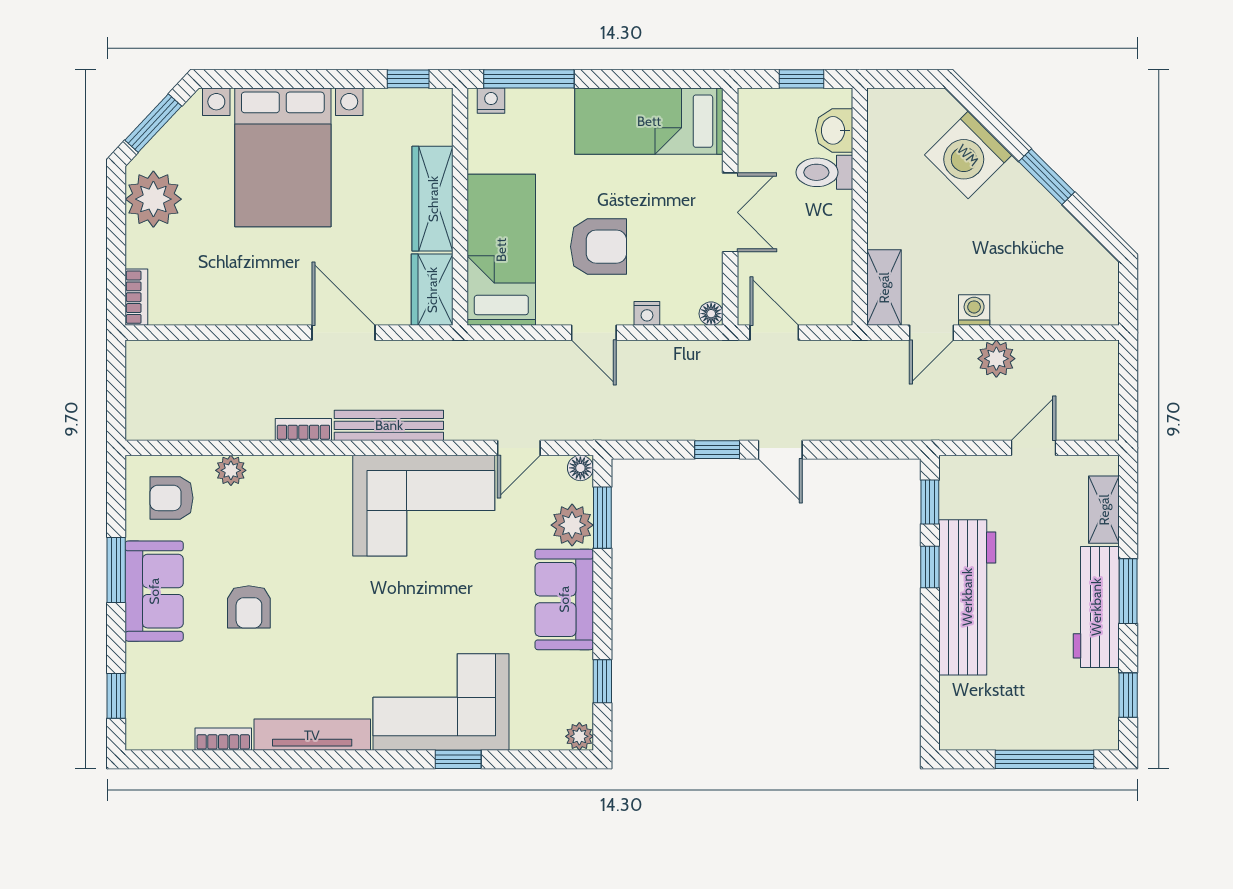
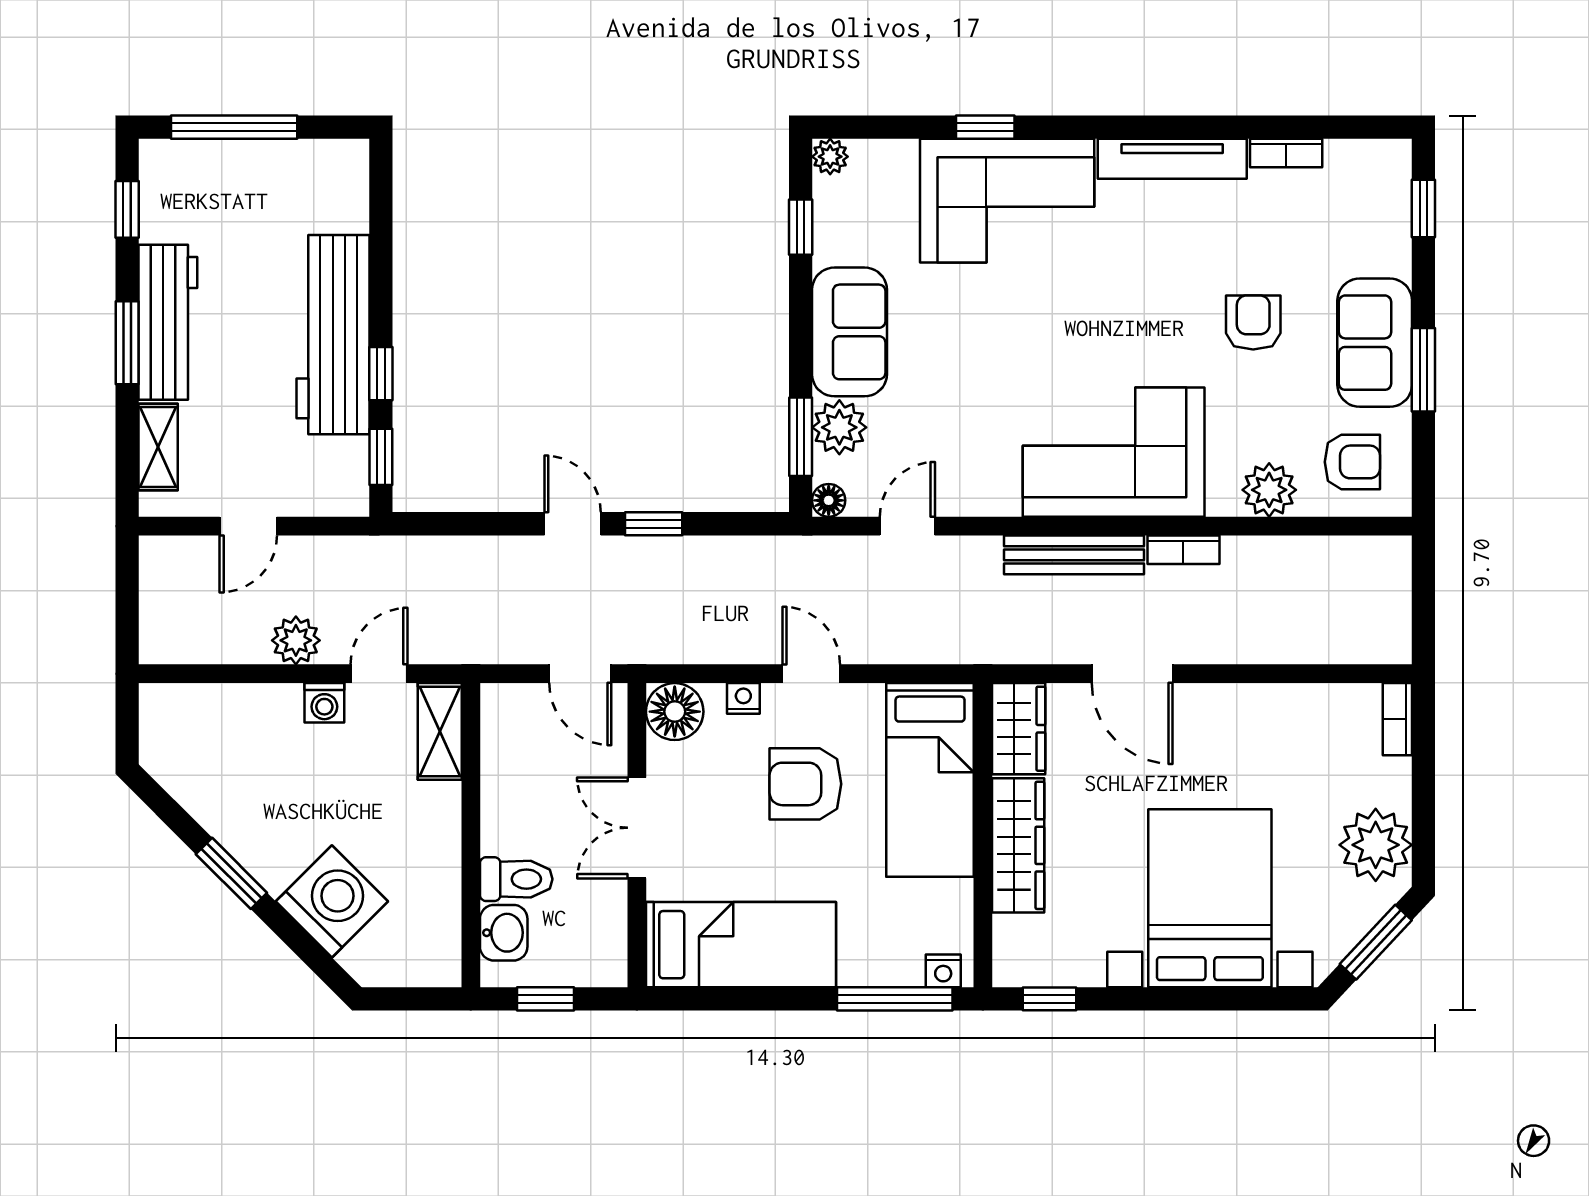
floor lamp: (711, 314) -> (675, 712), width x1.89, depth x1.89
plant: (231, 470) -> (1269, 490), width x1.38, depth x1.38
corner sofa: (424, 506) -> (1114, 452), moved

